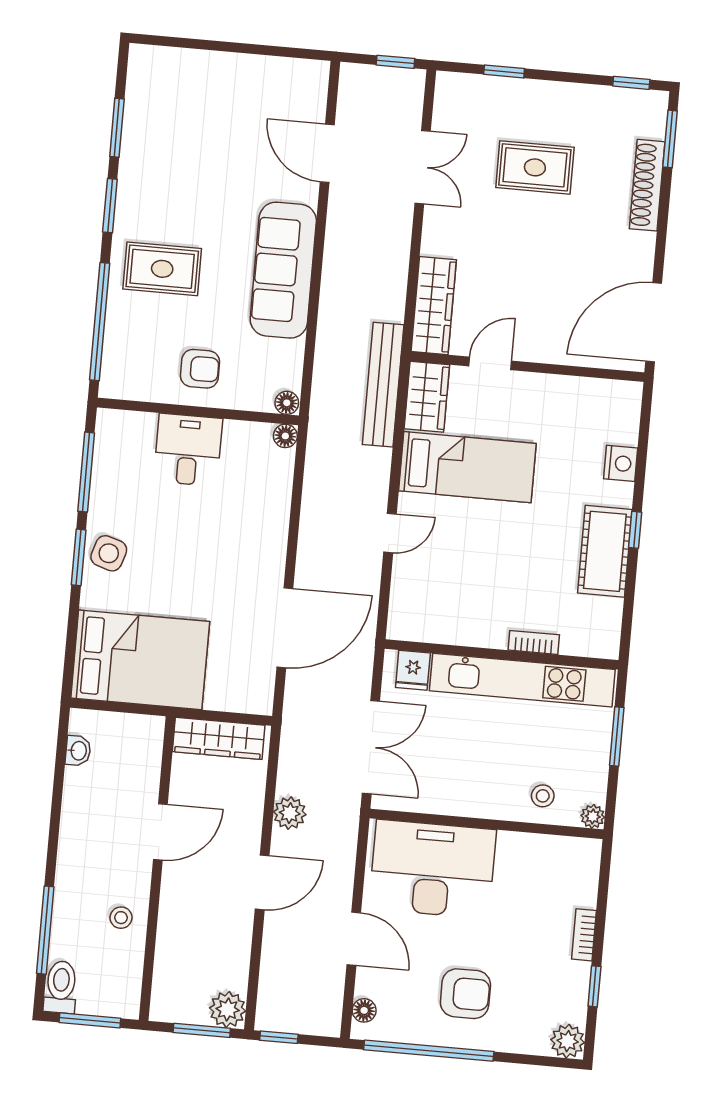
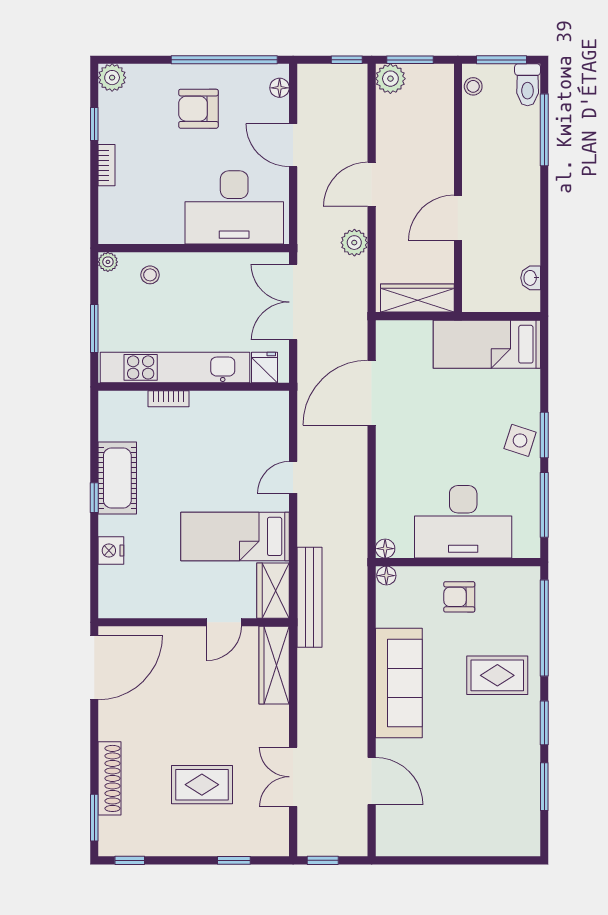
desk: (188, 450) -> (463, 522), width x1.87, depth x1.30
bed: (140, 660) -> (487, 344), width x0.67
stool: (121, 918) -> (473, 86), moved

